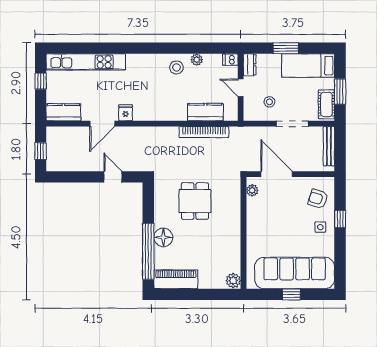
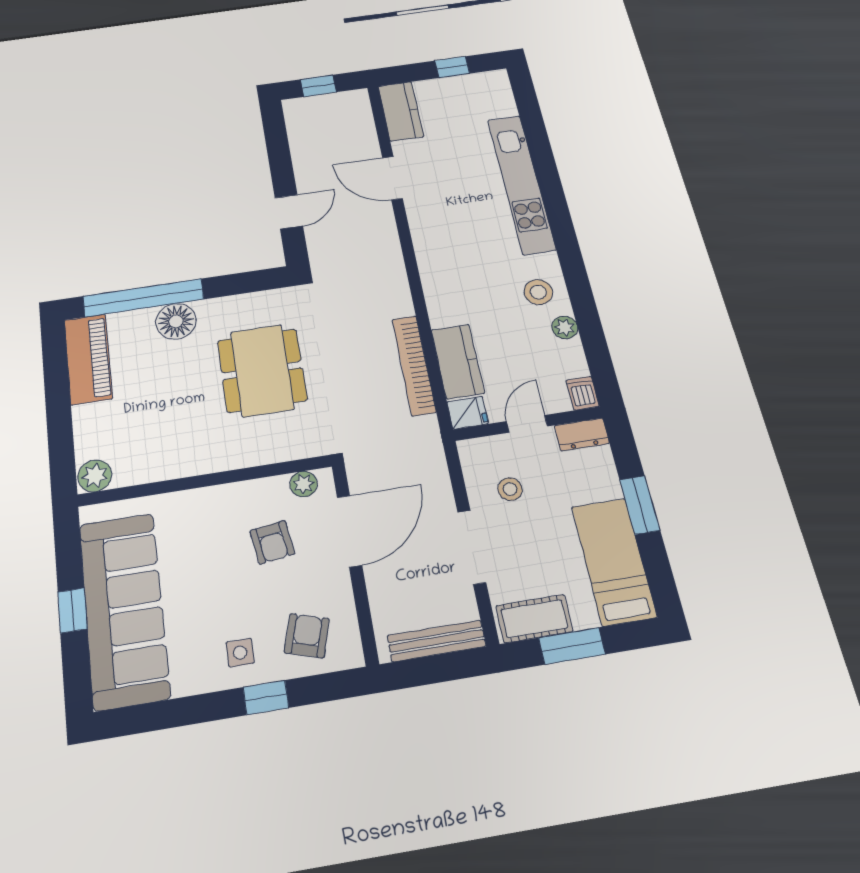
kitchen unit: (86, 62) -> (521, 184), moved
fridge: (126, 113) -> (468, 413), moved
dining table: (195, 201) -> (262, 370), width x1.38
armchair: (276, 208) -> (272, 542), added

